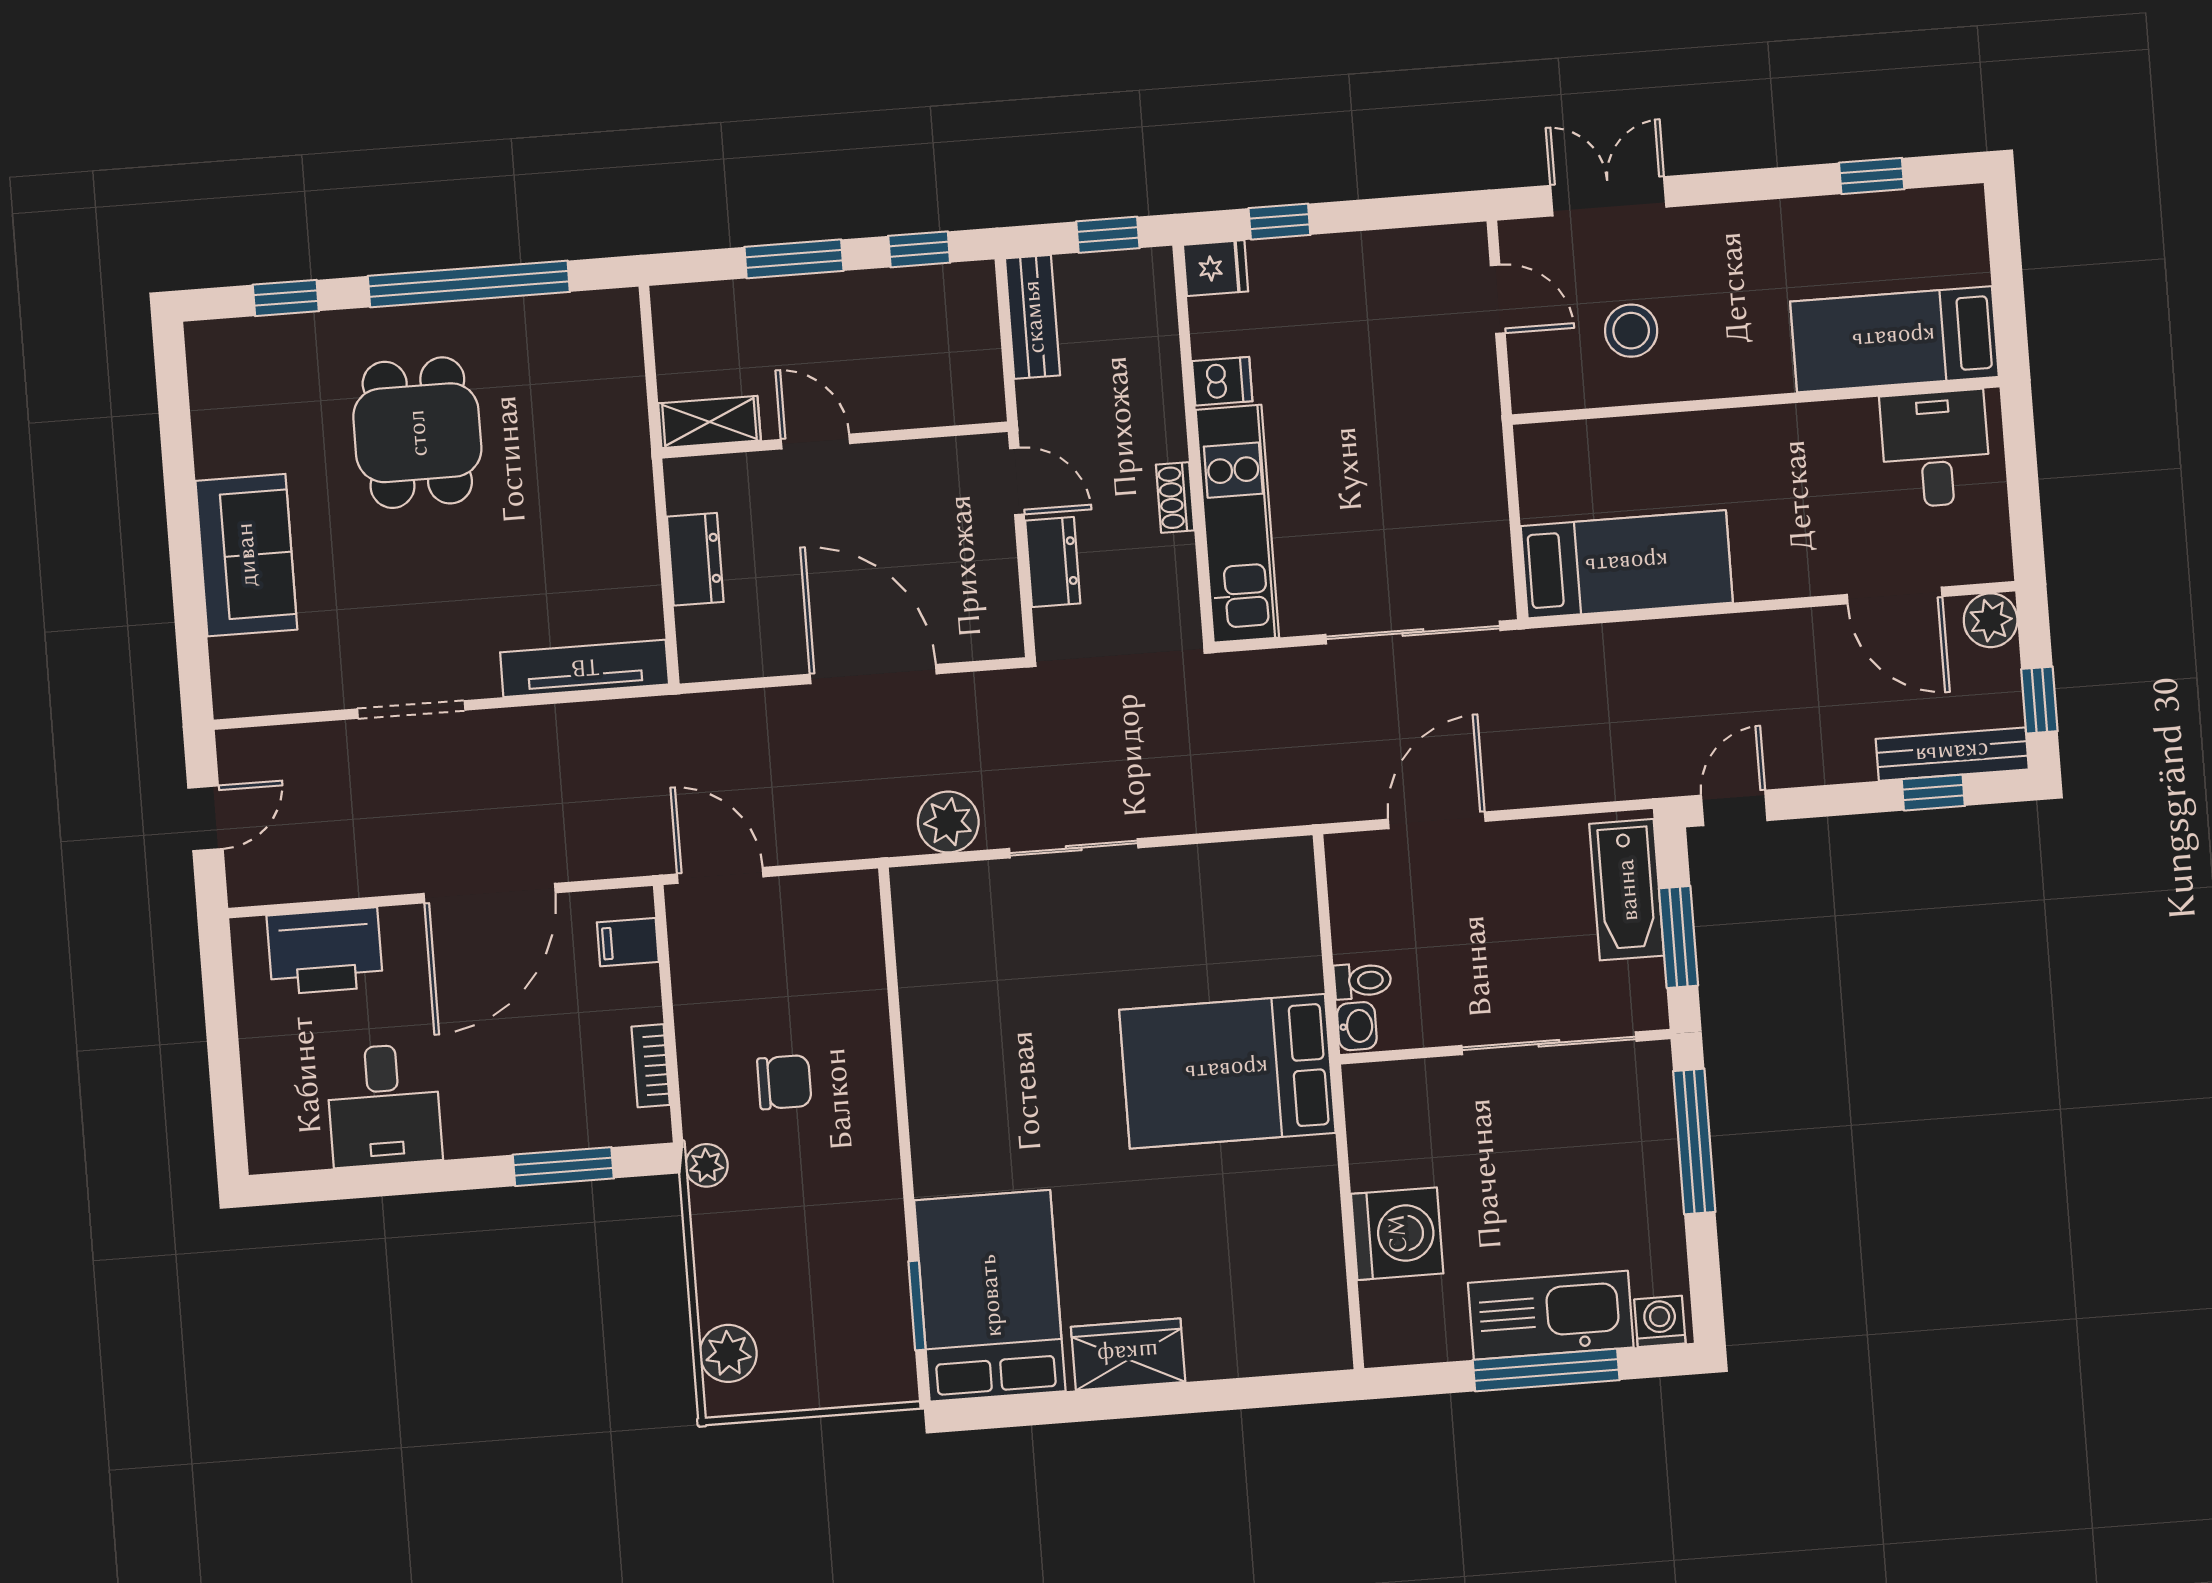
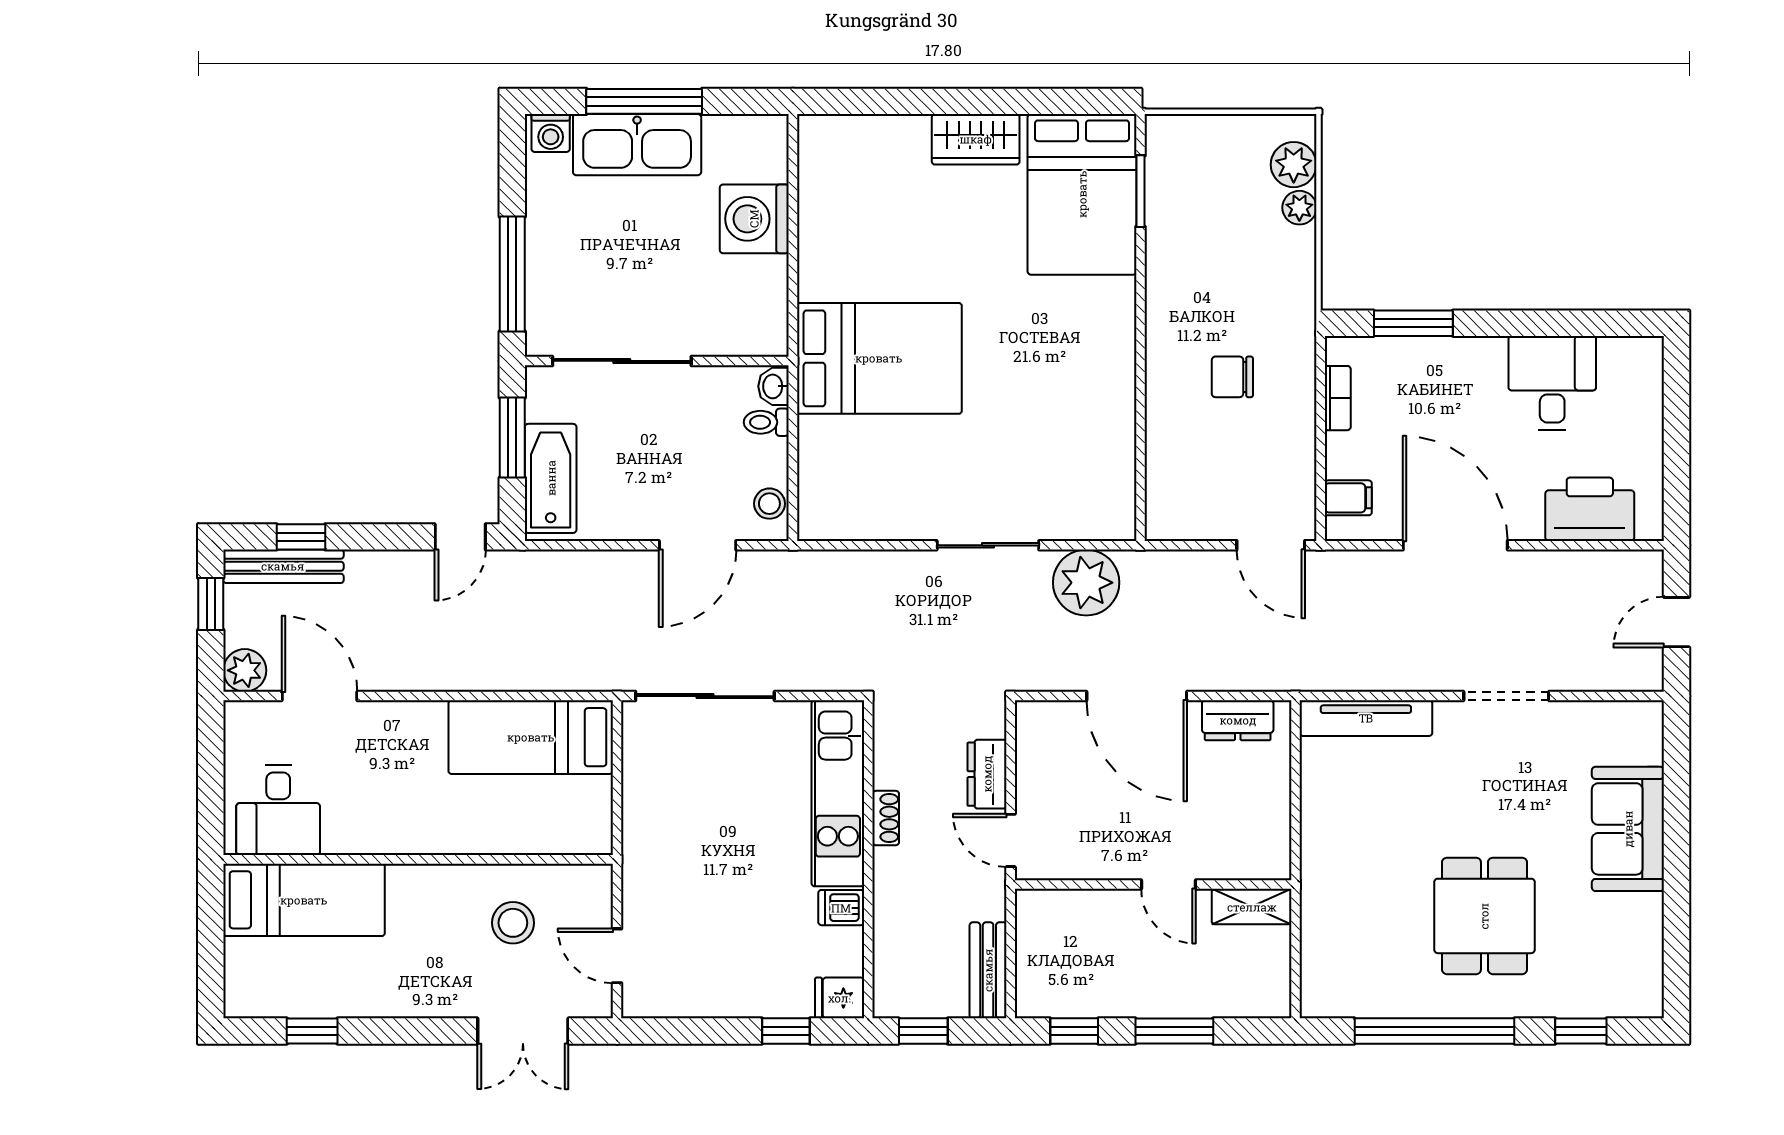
dresser: (695, 559) -> (1238, 720), moved, turned -90
plant: (948, 822) -> (1086, 583), width x1.36, depth x1.36
stool: (1351, 879) -> (769, 504), added
door: (490, 893) -> (1455, 545), hinge flipped
plant: (706, 1165) -> (1299, 208), moved

